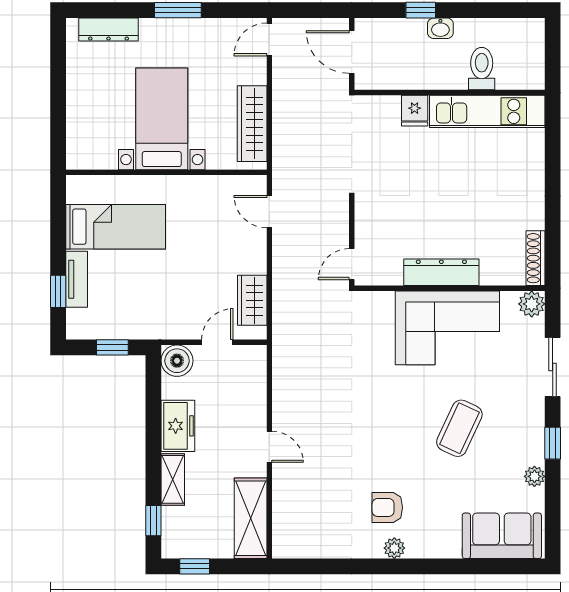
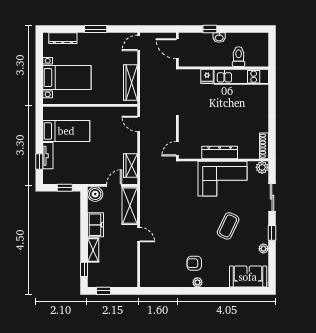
bed with nightstands: (162, 119) -> (67, 78), moved, turned 90
shelving: (251, 518) -> (130, 206), moved

